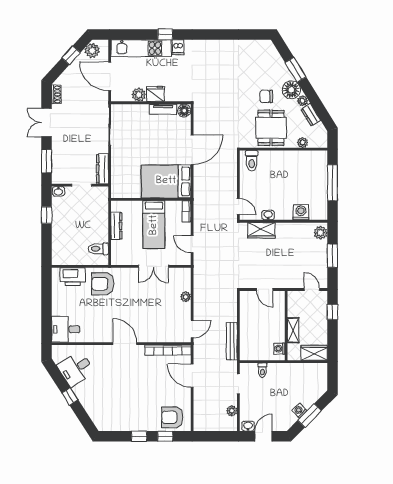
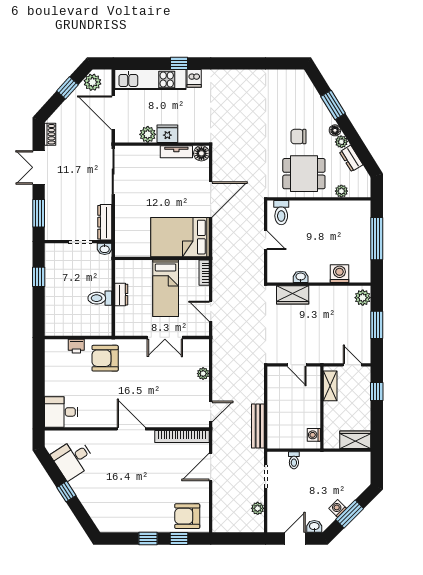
floor lamp: (291, 90) -> (335, 130), width x0.53, depth x0.53
dining table: (271, 128) -> (304, 174), turned 90
washbasin: (58, 191) -> (105, 249), moved
door: (238, 206) -> (266, 240), moved
dresser: (116, 226) -> (121, 295), width x0.70
toilet: (98, 249) -> (100, 298), moved
printer: (73, 277) -> (76, 346), width x0.53, depth x0.68
shelving: (293, 330) -> (330, 386), moved
door: (192, 376) -> (211, 467), hinge flipped
washbasin: (248, 426) -> (314, 526), moved

